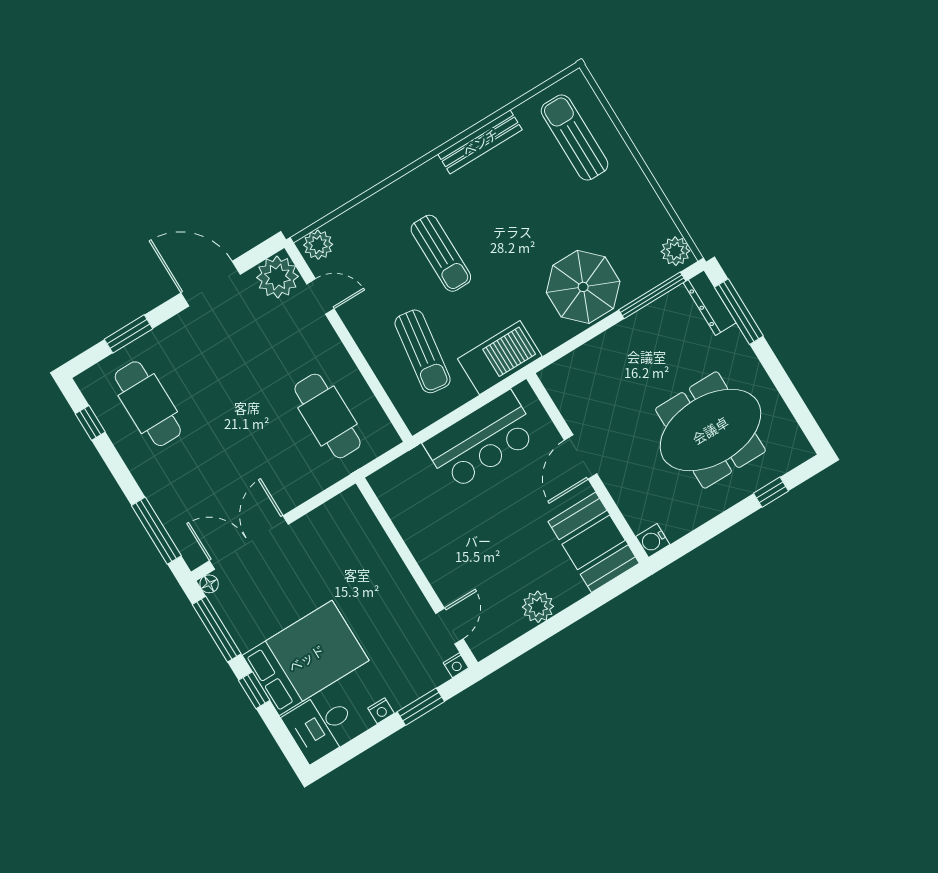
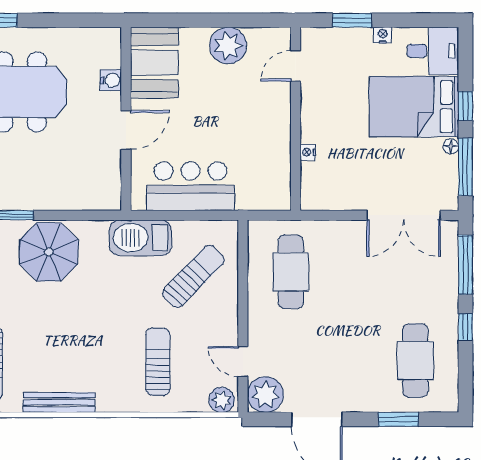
sun lounger: (441, 253) -> (158, 362), moved
sun lounger: (423, 351) -> (193, 276), turned 36
window: (90, 423) -> (465, 327), moved
water cooler: (653, 540) -> (111, 80), moved
floor lamp: (209, 584) -> (451, 146), moved
plant: (538, 607) -> (228, 46), width x1.36, depth x1.36
nightstand: (456, 665) -> (308, 152), moved, turned -90

